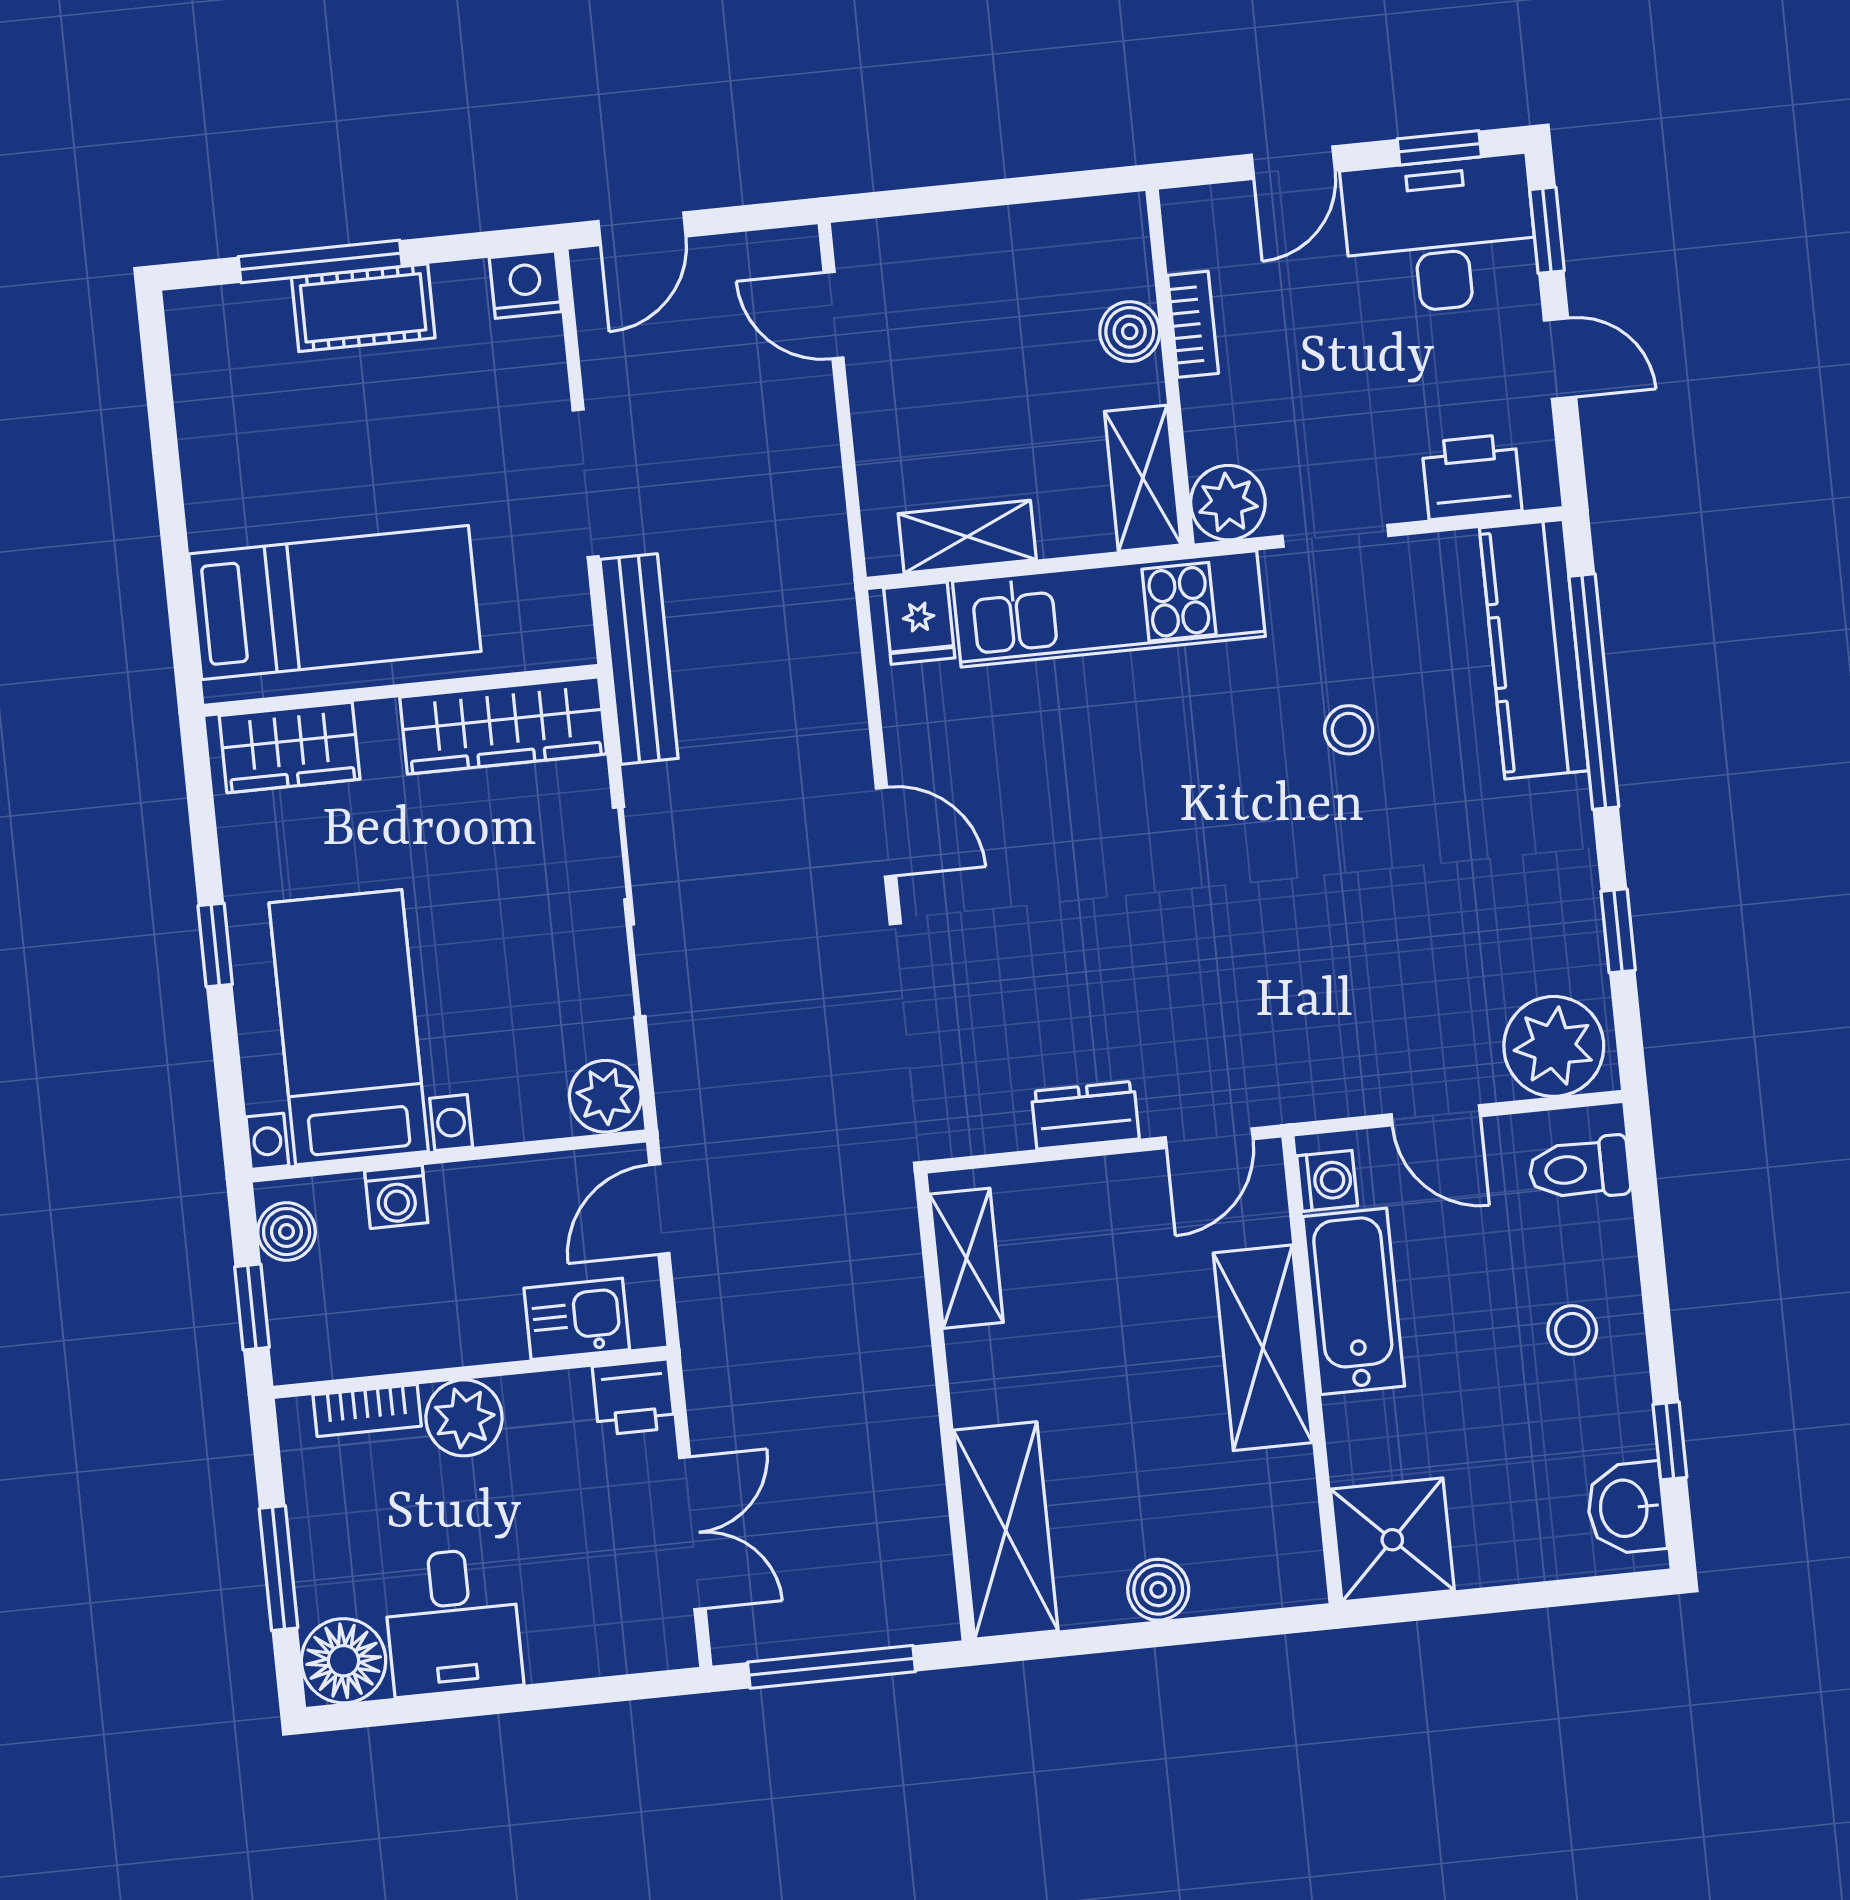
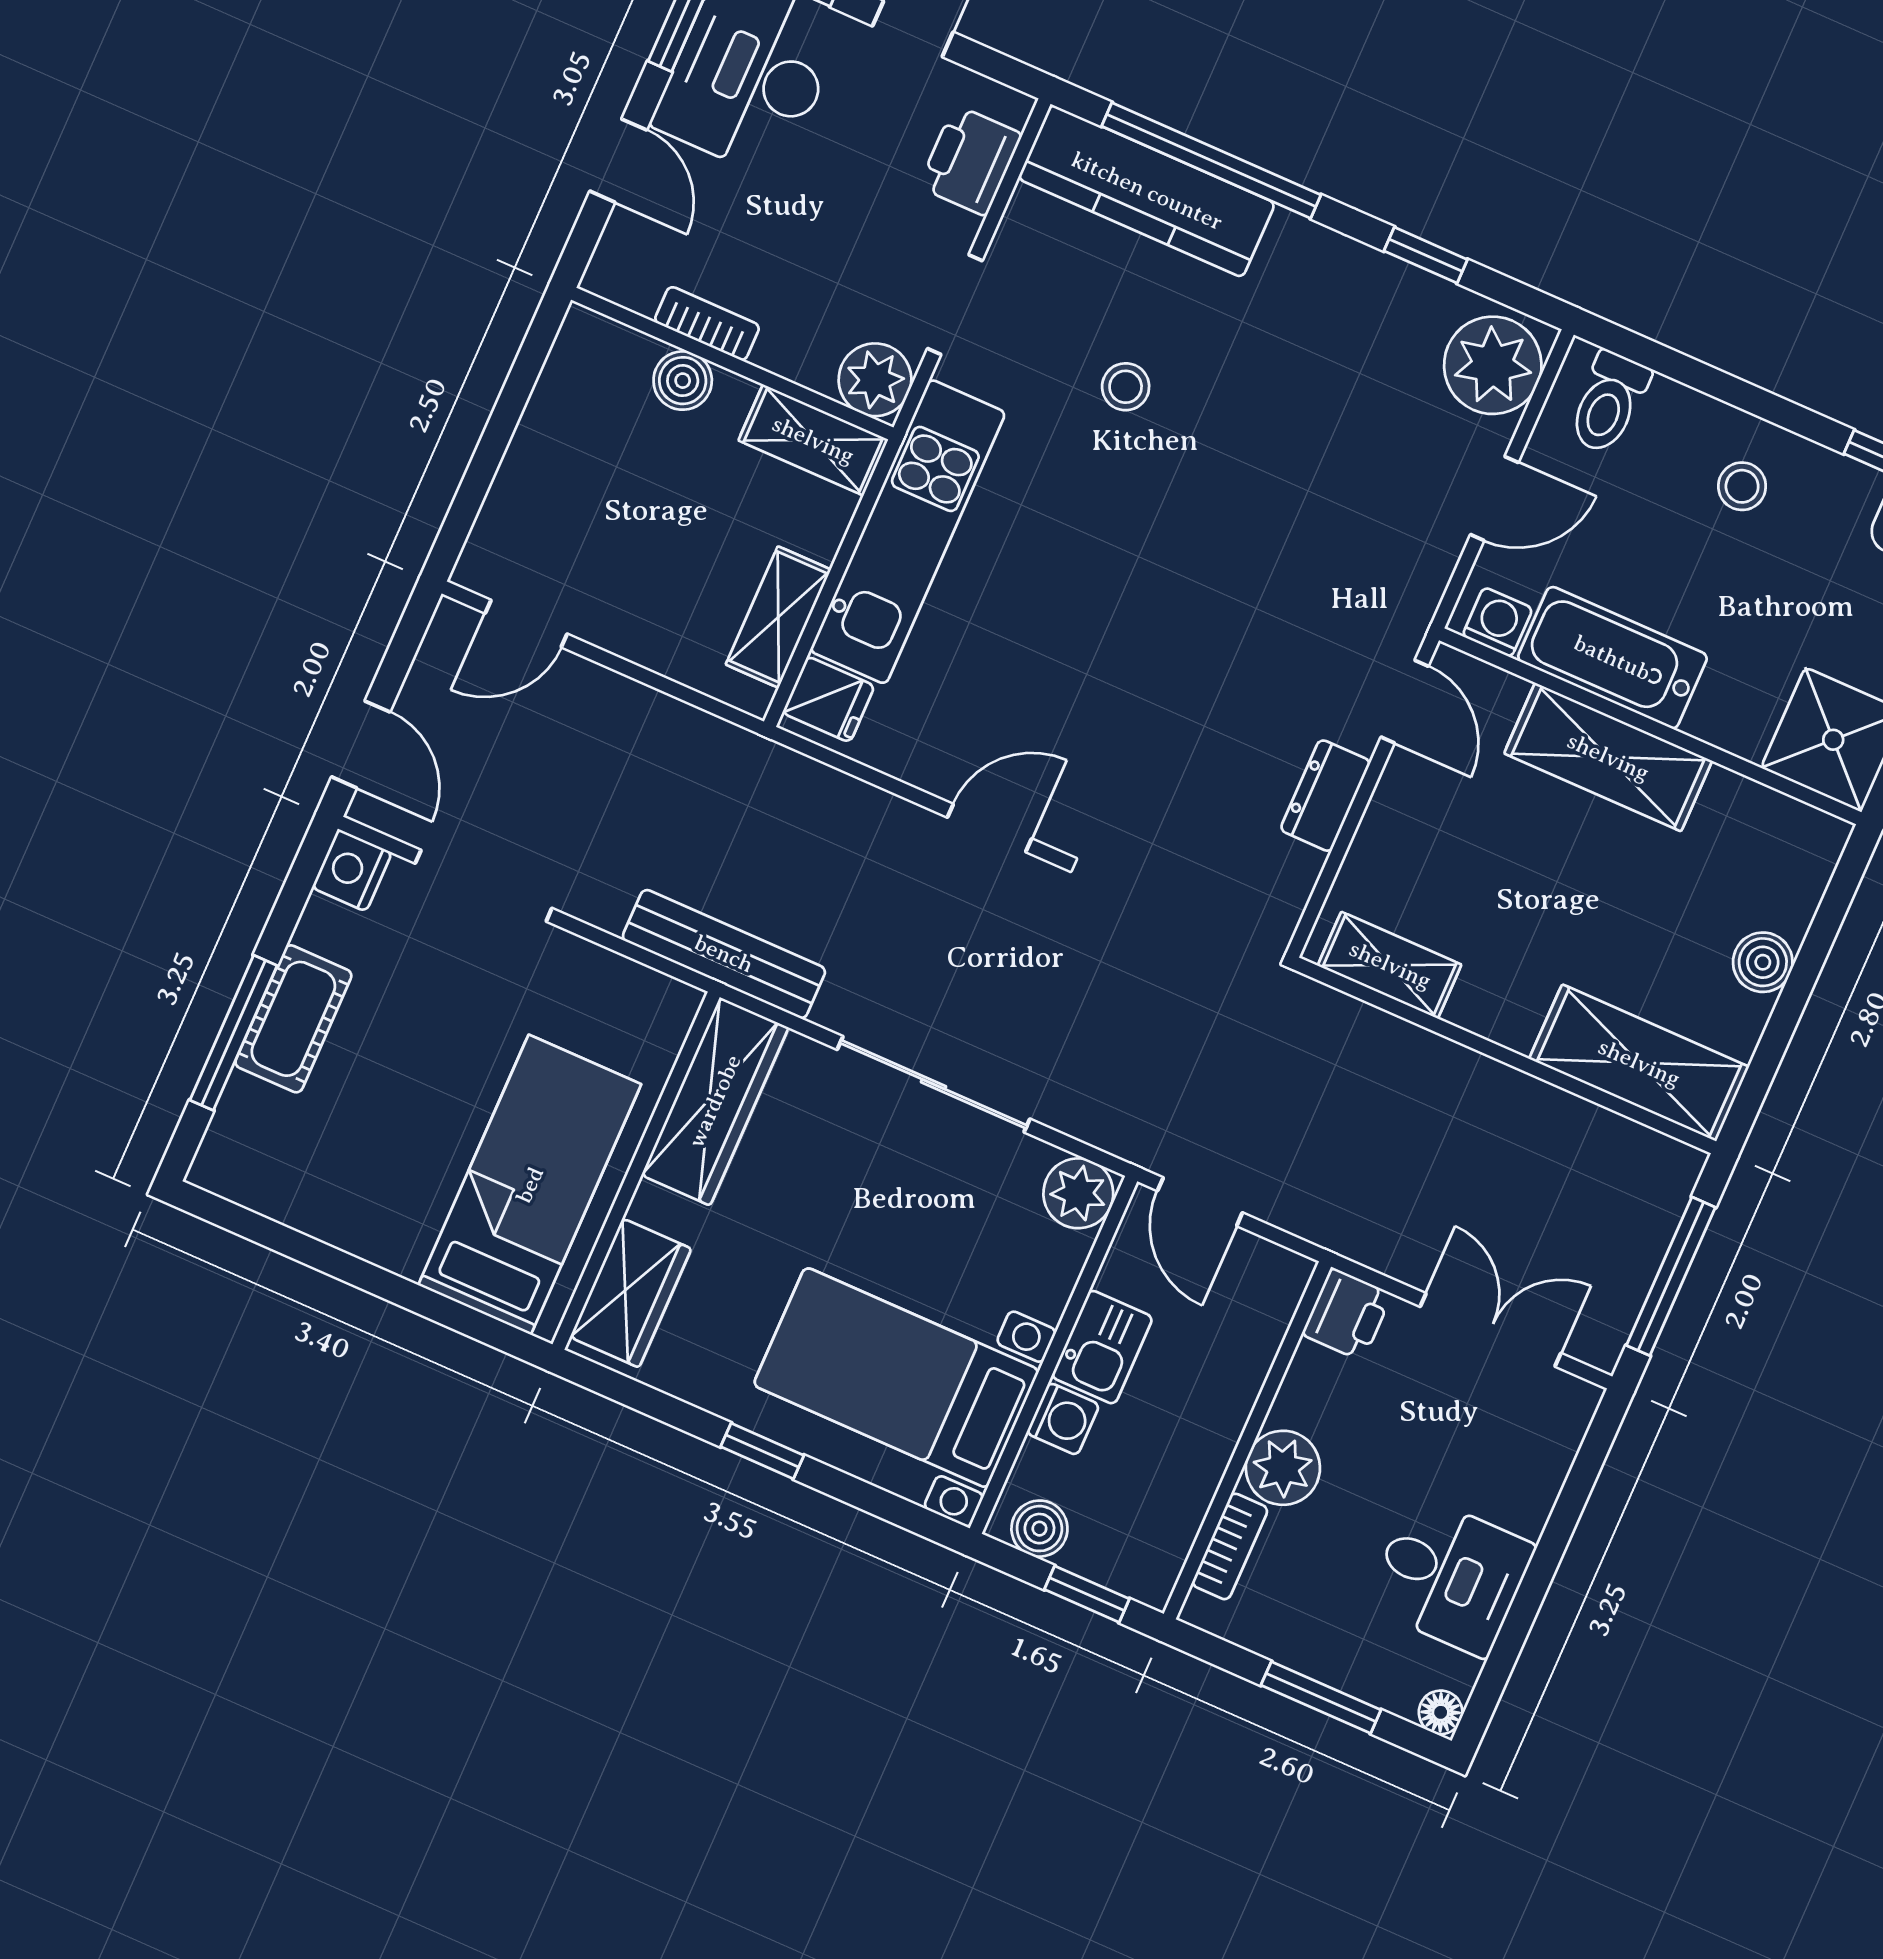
doorway: (586, 483) -> (484, 886), moved
kitchen sink: (577, 1319) -> (1102, 1347), moved, turned 180
floor lamp: (344, 1661) -> (1441, 1712), width x0.53, depth x0.53

